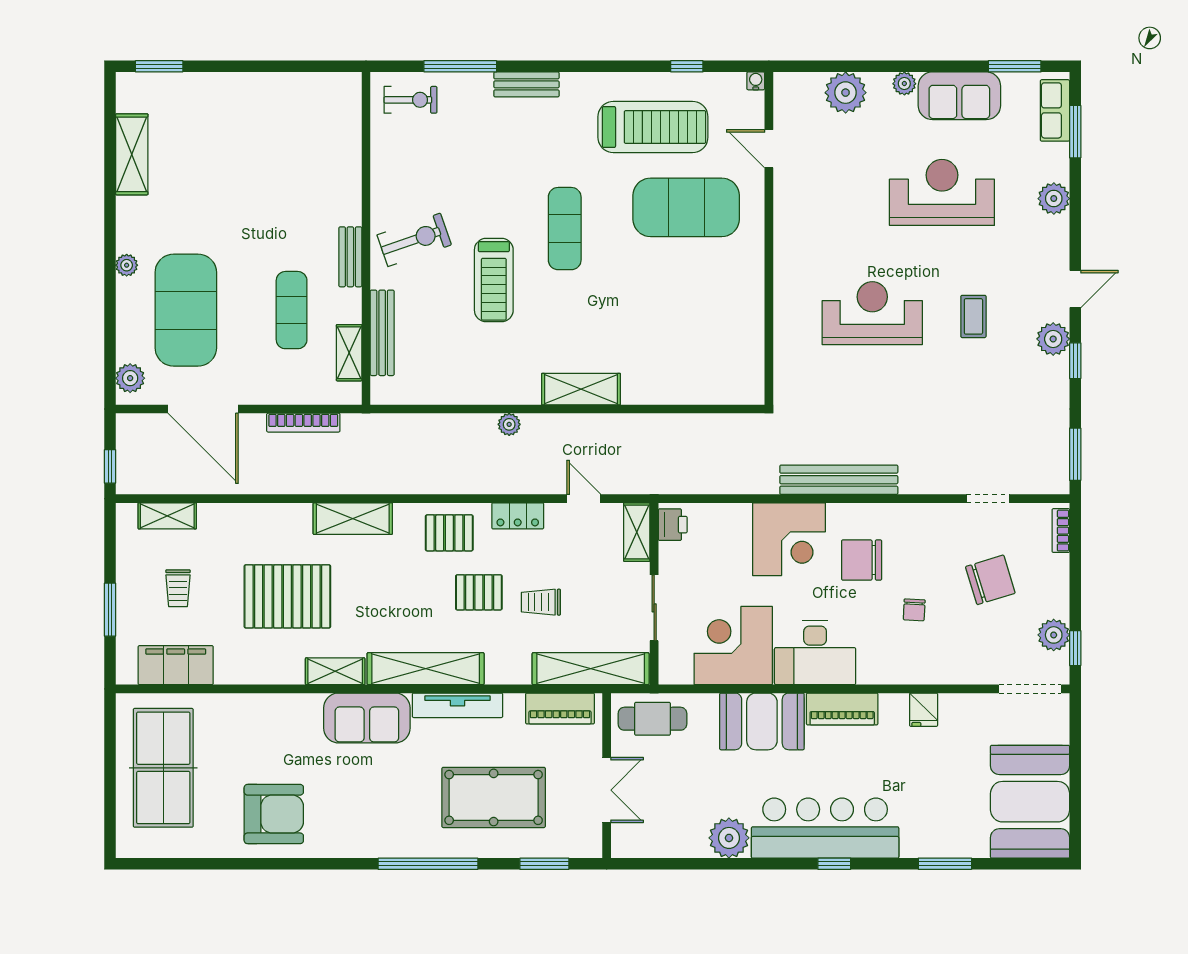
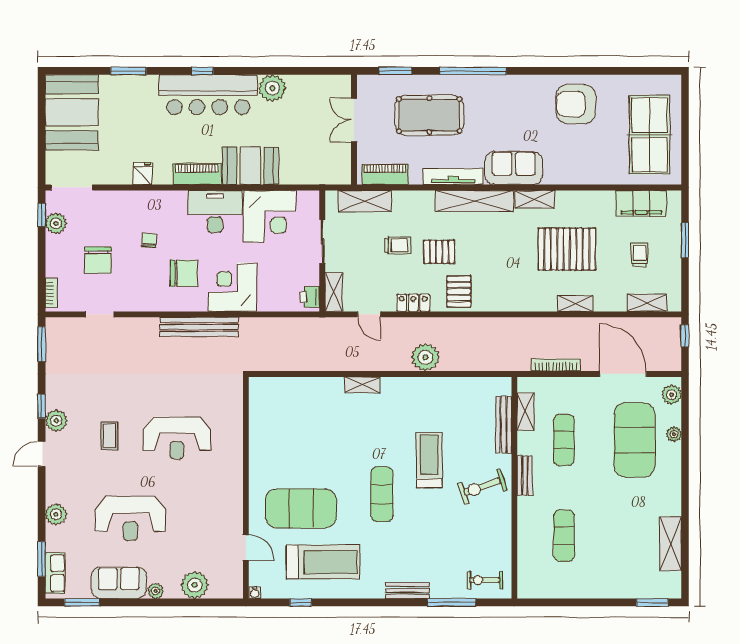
treadmill: (653, 127) -> (323, 562), turned 180
exercise mat: (292, 167) -> (564, 536), added
plant: (127, 265) -> (674, 434), moved
shelving: (581, 389) -> (362, 385), width x0.67, depth x0.75
plant: (509, 424) -> (425, 357), width x1.87, depth x1.87
shelving: (353, 519) -> (575, 304), moved, width x0.67, depth x0.75
pallet: (449, 533) -> (459, 291), turned 90
chair: (990, 580) -> (98, 260), turned -73
shelving: (591, 669) -> (365, 201), width x0.68
cafe table: (652, 719) -> (323, 168), removed

